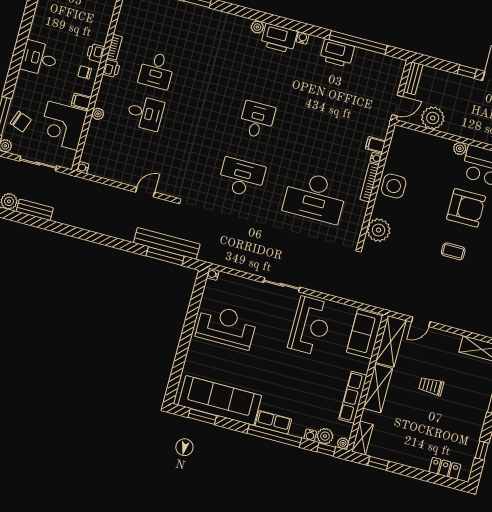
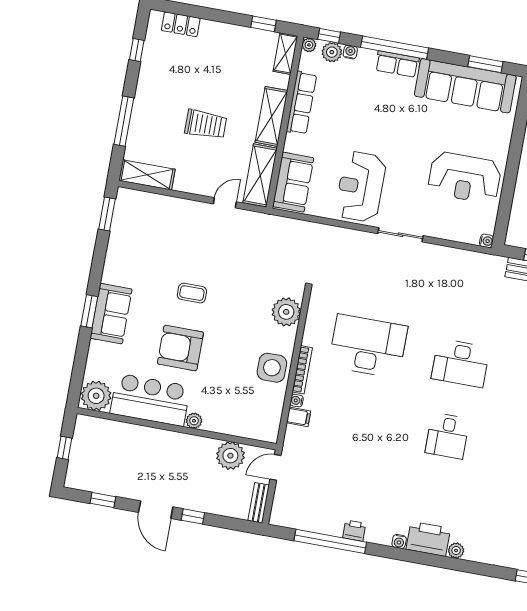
printer: (337, 53) -> (354, 531), width x0.53, depth x0.68
trolley: (431, 386) -> (206, 124), width x1.36, depth x1.39

